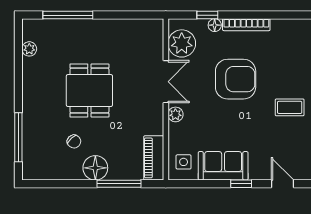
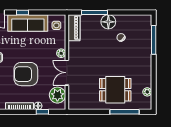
dining table: (89, 91) -> (115, 90), moved, turned 90
sofa: (223, 166) -> (28, 23), width x1.36

